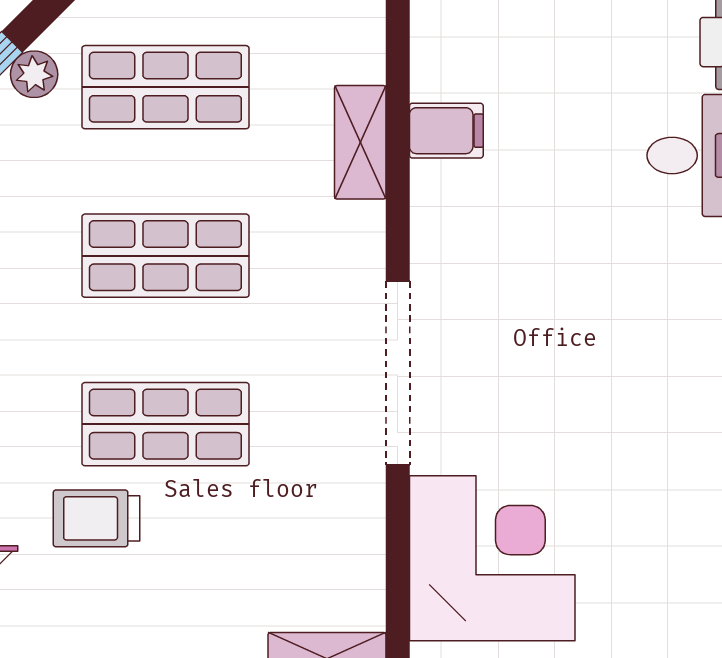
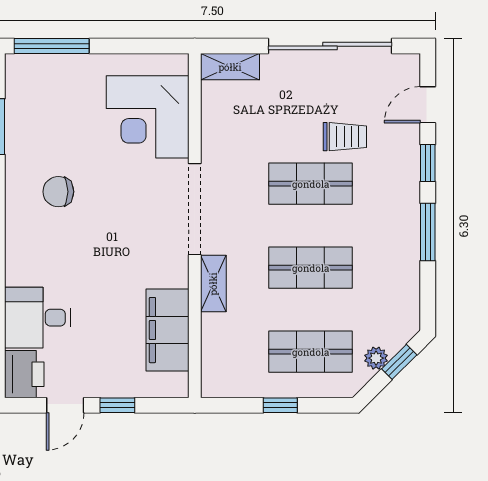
filing cabinet: (446, 131) -> (167, 330), width x3.00, depth x1.17
shelving: (360, 142) -> (213, 284), moved
chair: (671, 408) -> (58, 192), added

